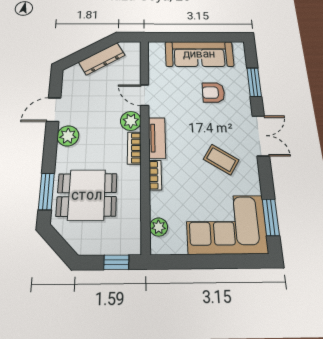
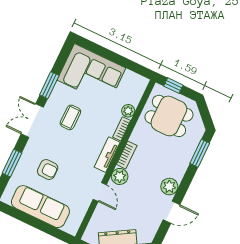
coffee table: (221, 160) -> (70, 117), turned 58
dining table: (87, 195) -> (169, 116), moved
window: (271, 217) -> (49, 85), moved
plant: (159, 227) -> (128, 111), moved

